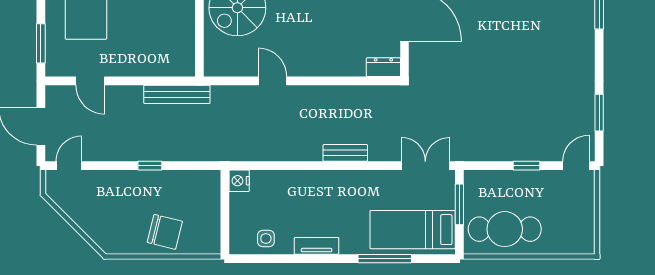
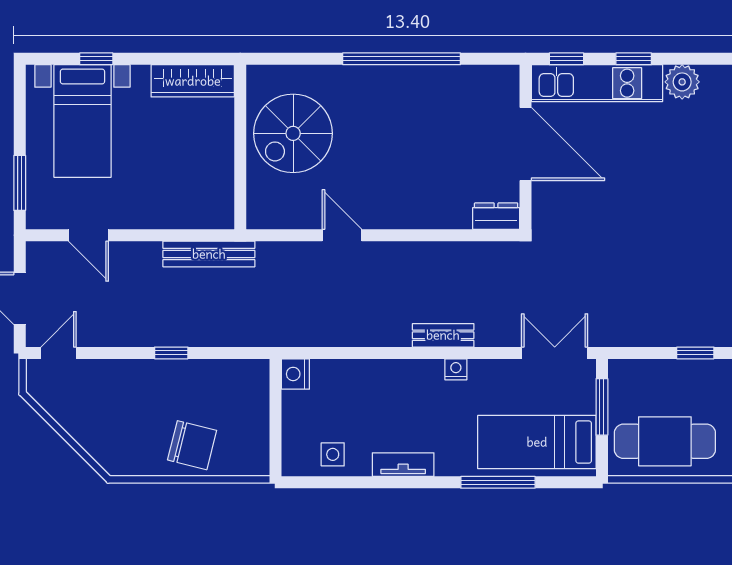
nightstand: (354, 177) -> (456, 369), added

